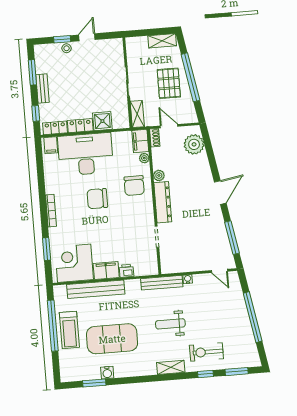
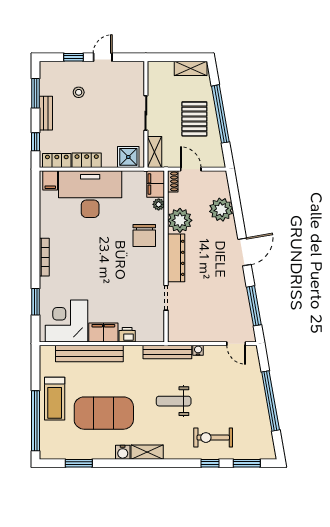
stool: (67, 48) -> (79, 92), moved
shower: (102, 121) -> (128, 157), moved
plant: (194, 144) -> (221, 210), moved
plant: (159, 175) -> (180, 220), width x1.87, depth x1.87
chair: (97, 199) -> (100, 247), removed
window: (53, 326) -> (36, 421), moved
shelving: (171, 367) -> (147, 452), moved
water cooler: (107, 373) -> (123, 452), moved

